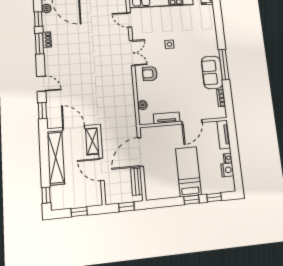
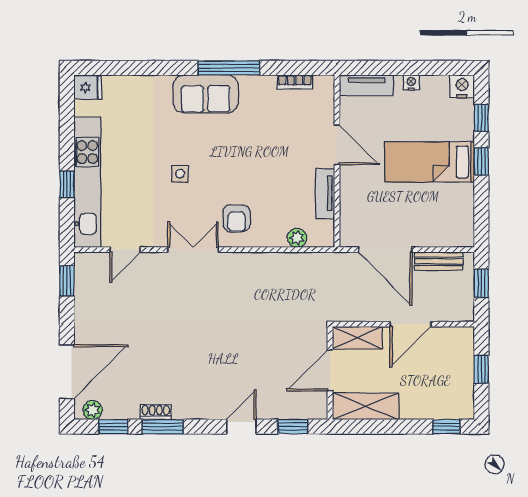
sofa: (212, 72) -> (206, 94), moved
shelving: (56, 158) -> (366, 406), width x0.68
nightstand: (227, 170) -> (462, 86), moved

